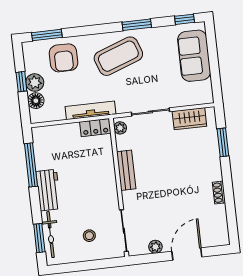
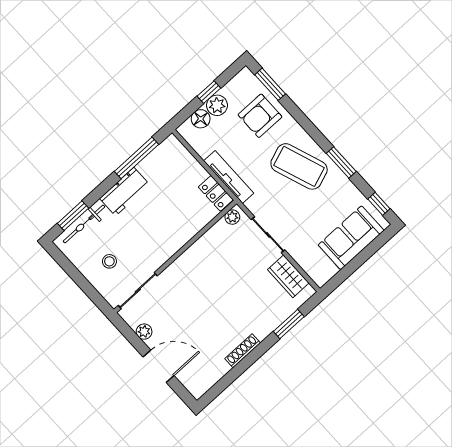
bench: (126, 170) -> (196, 252), removed
shoe rack: (219, 193) -> (243, 351), width x1.43

